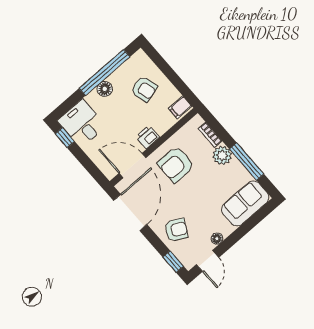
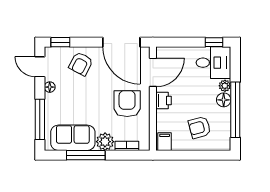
plant: (92, 98) -> (225, 86), added
sofa: (245, 203) -> (73, 138), moved, turned -90
window: (250, 224) -> (40, 119), added

